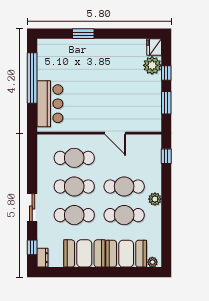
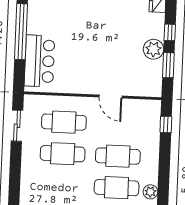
plant: (152, 65) -> (153, 49), moved
plant: (155, 199) -> (150, 192), moved
sliding door: (32, 208) -> (17, 126), moved
cafe table: (74, 215) -> (61, 185), removed

